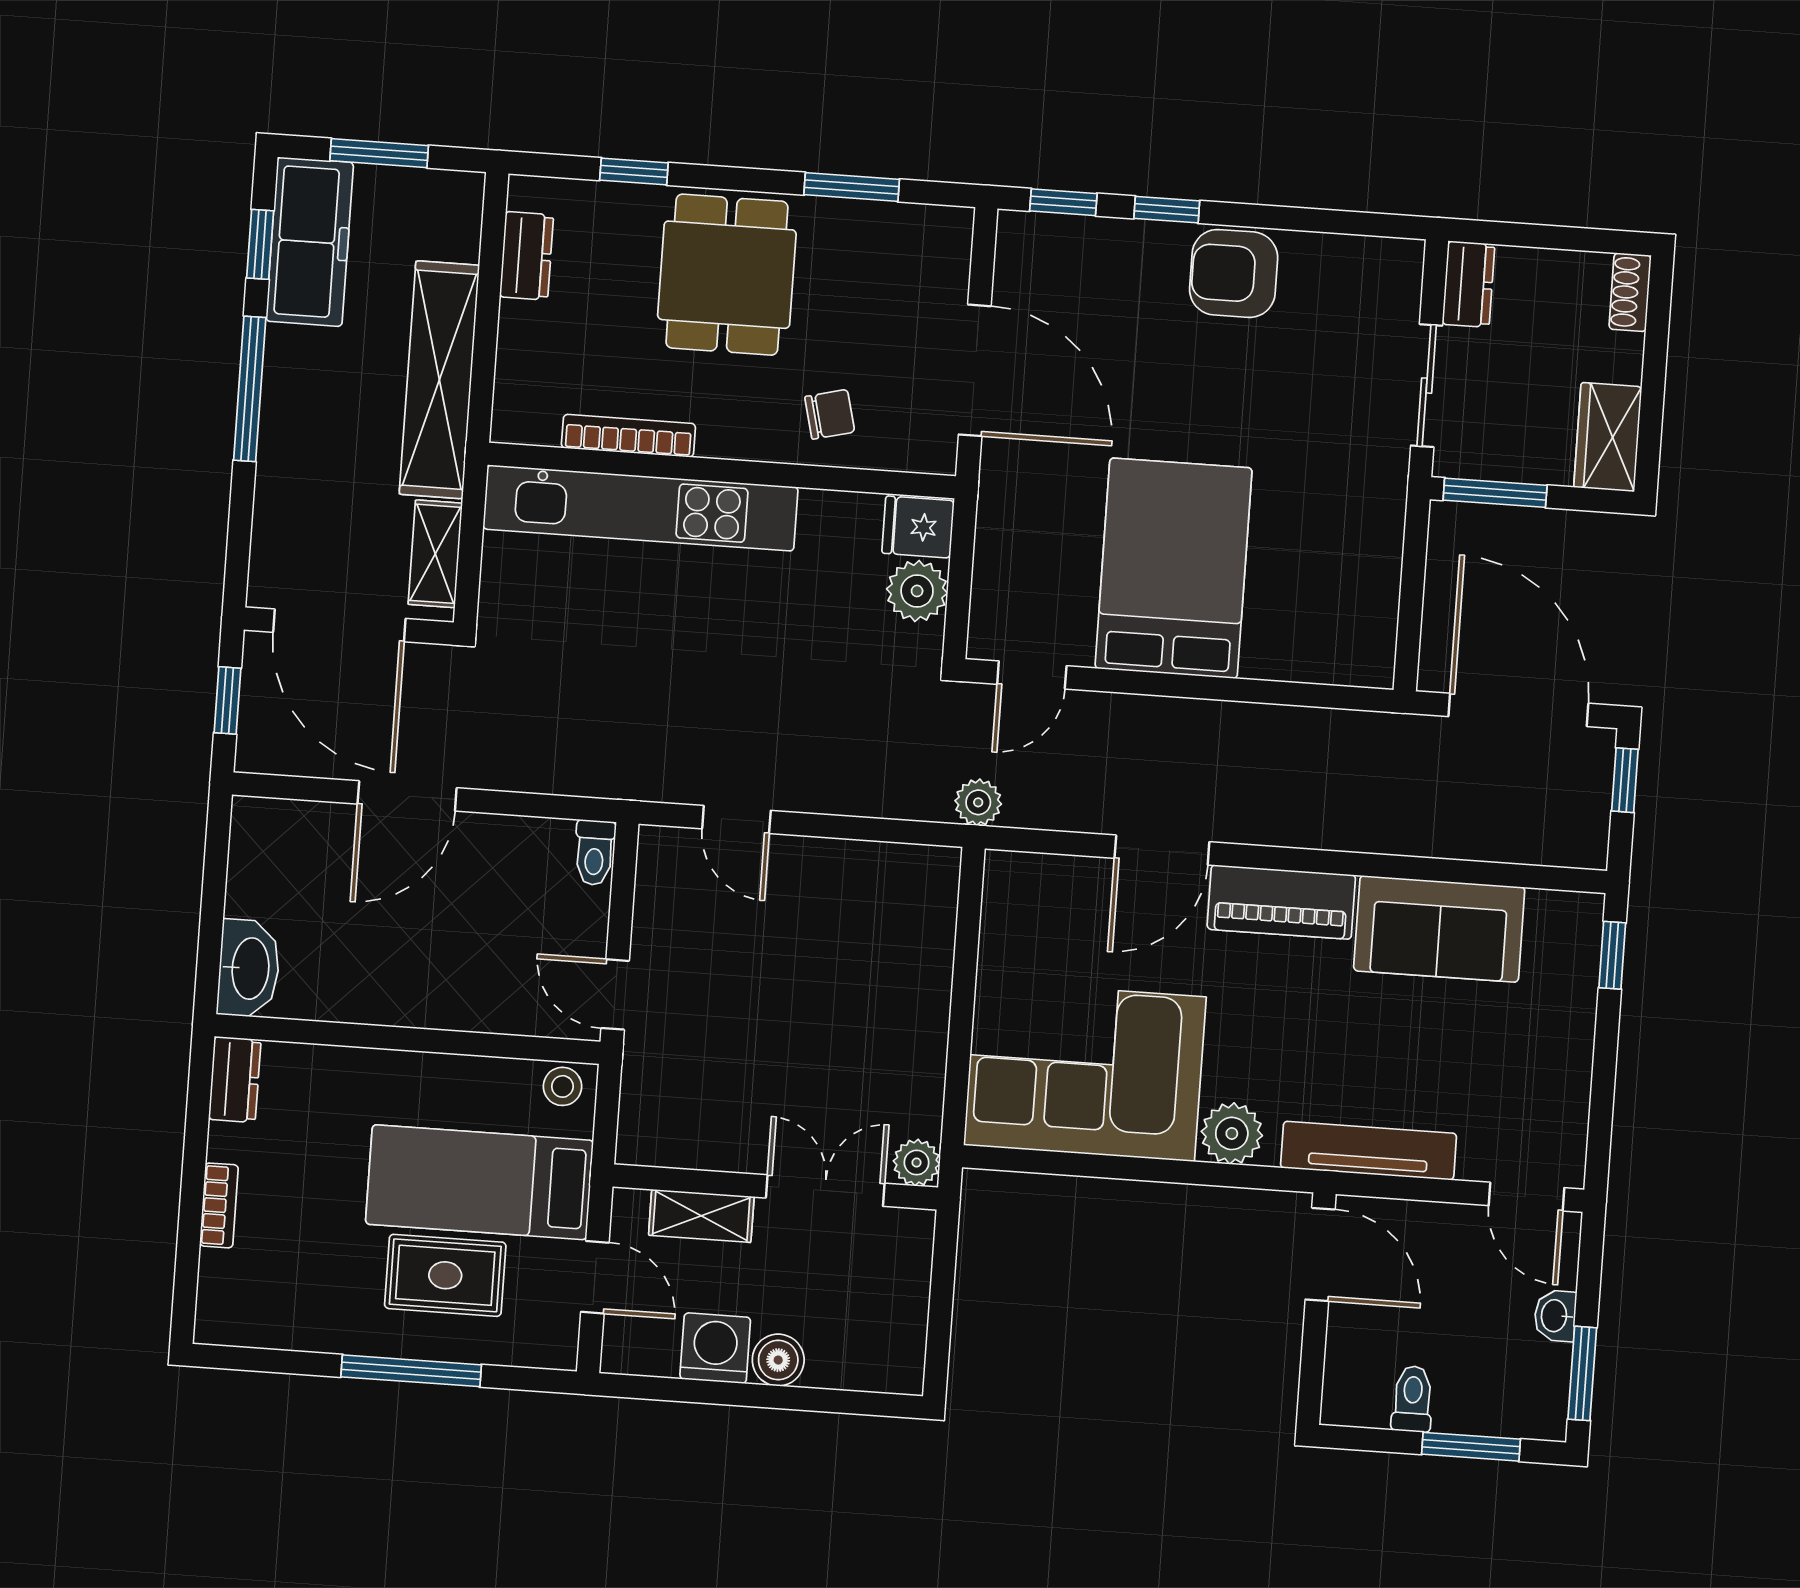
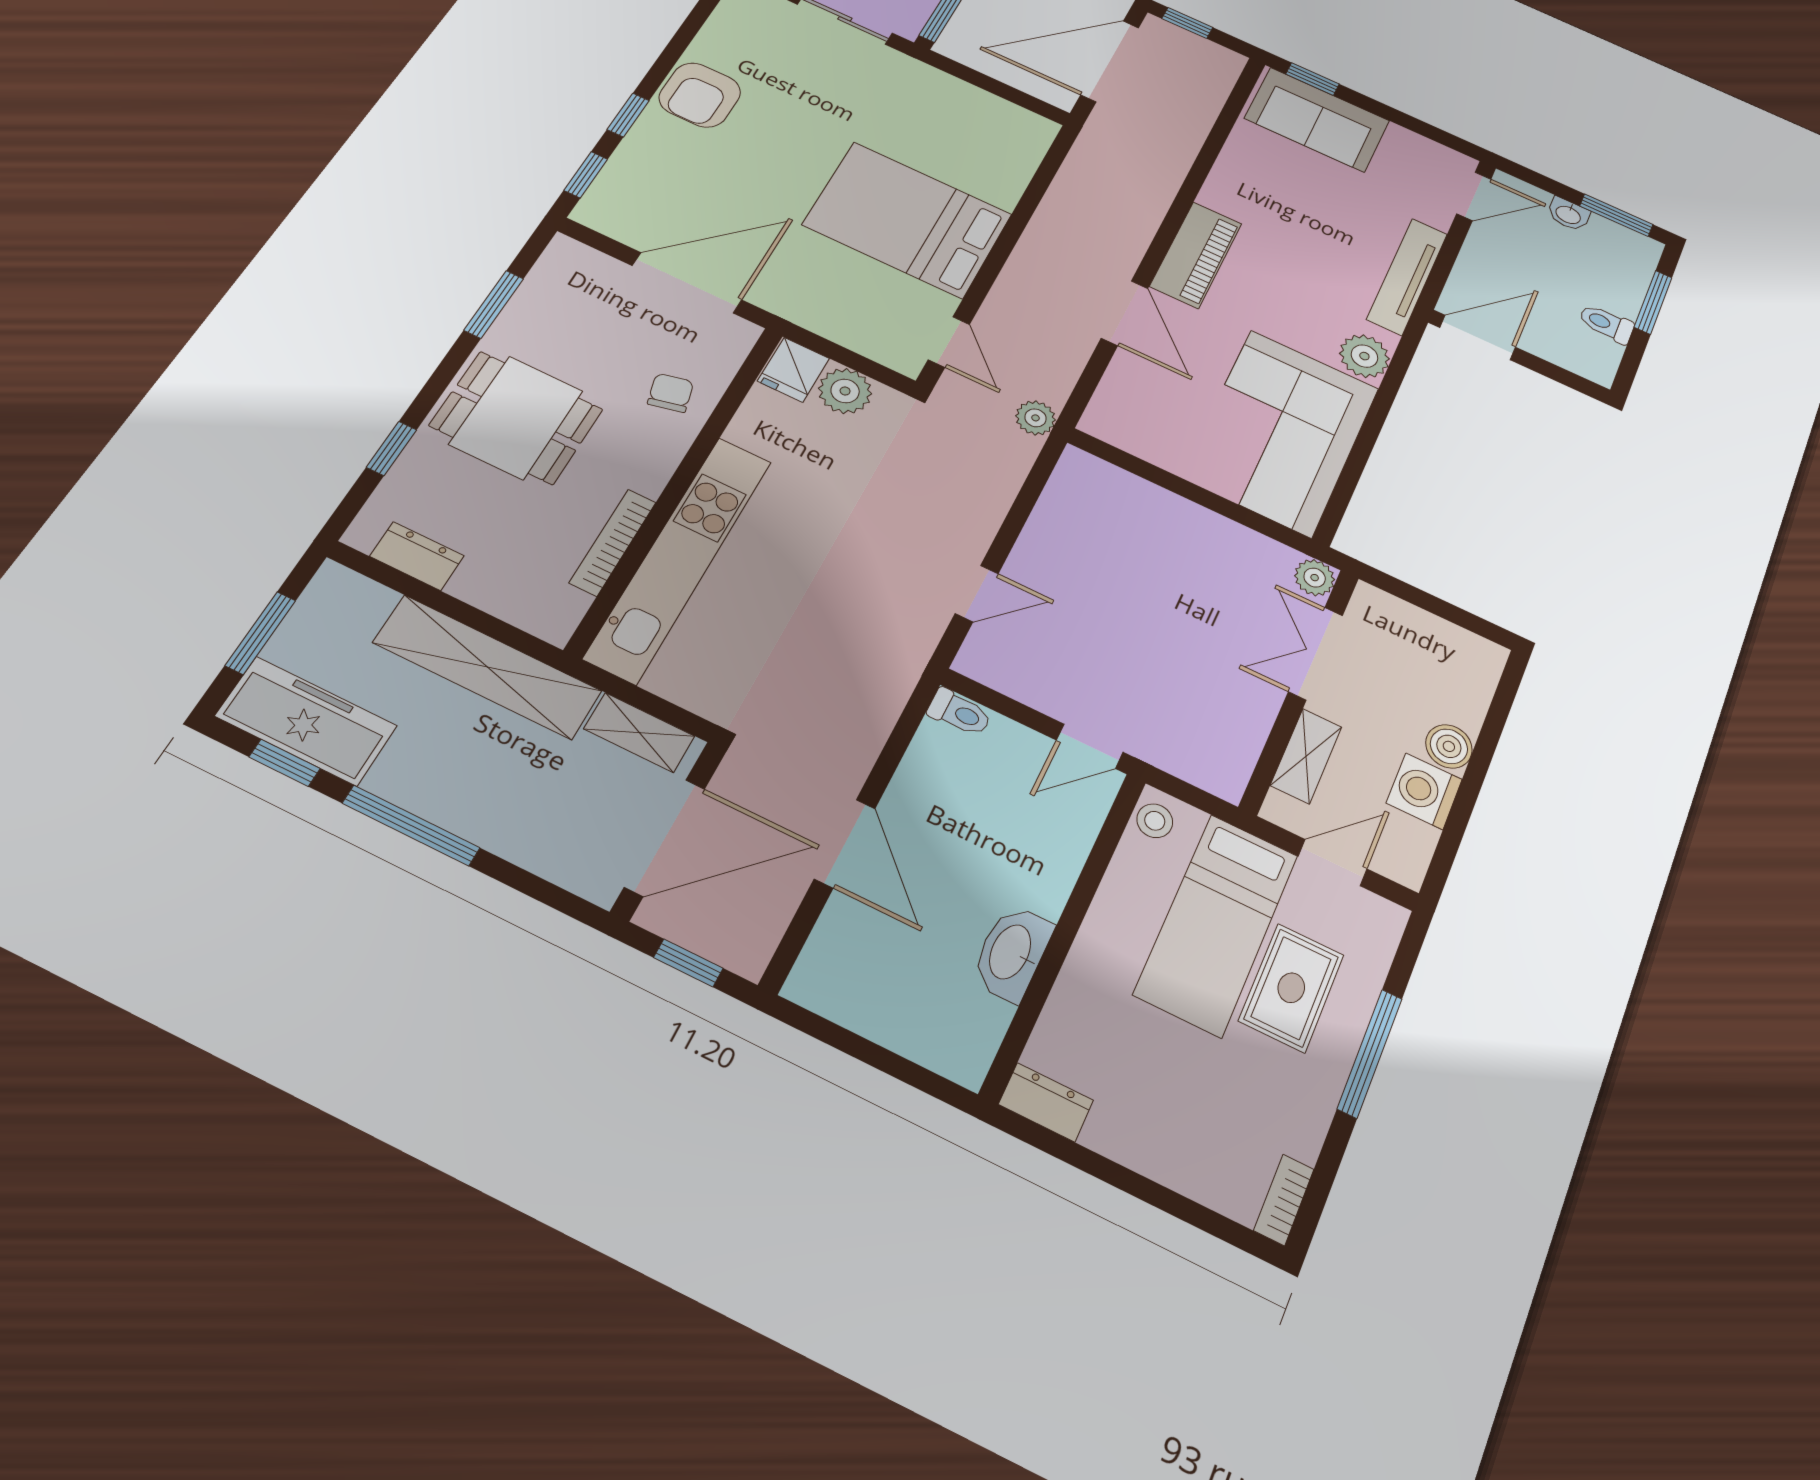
sofa: (1439, 929) -> (1317, 120), moved, turned 90
washbasin: (249, 968) -> (1012, 953), moved, turned -90
bookcase: (219, 1205) -> (1284, 1200), moved, turned -90

